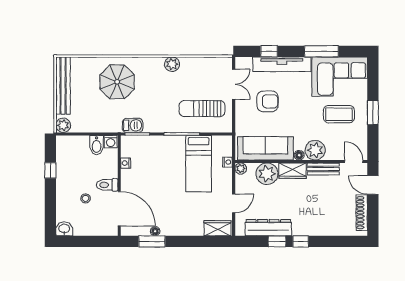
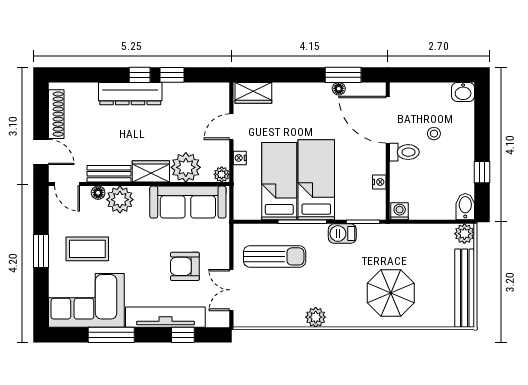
barbecue: (133, 125) -> (342, 234), moved
bidet: (97, 145) -> (465, 207), moved
floor lamp: (299, 155) -> (98, 193), moved
nightstand: (227, 162) -> (240, 158), moved
bed: (172, 165) -> (316, 180), added
dresser: (268, 228) -> (130, 94), moved

